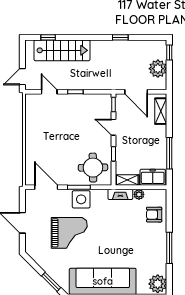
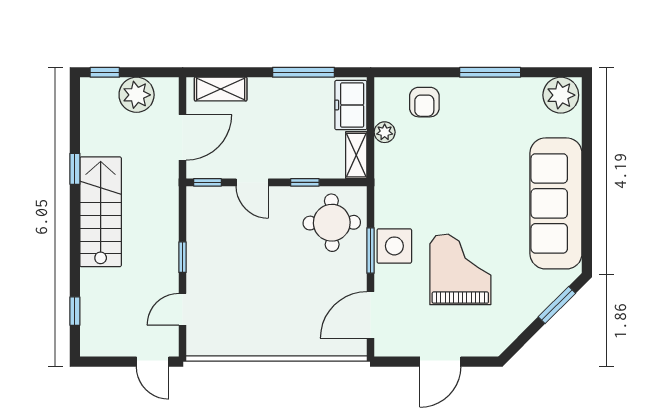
stairs: (62, 50) -> (101, 212), moved
door: (113, 127) -> (252, 182), hinge flipped
fireplace: (120, 194) -> (385, 169), removed

